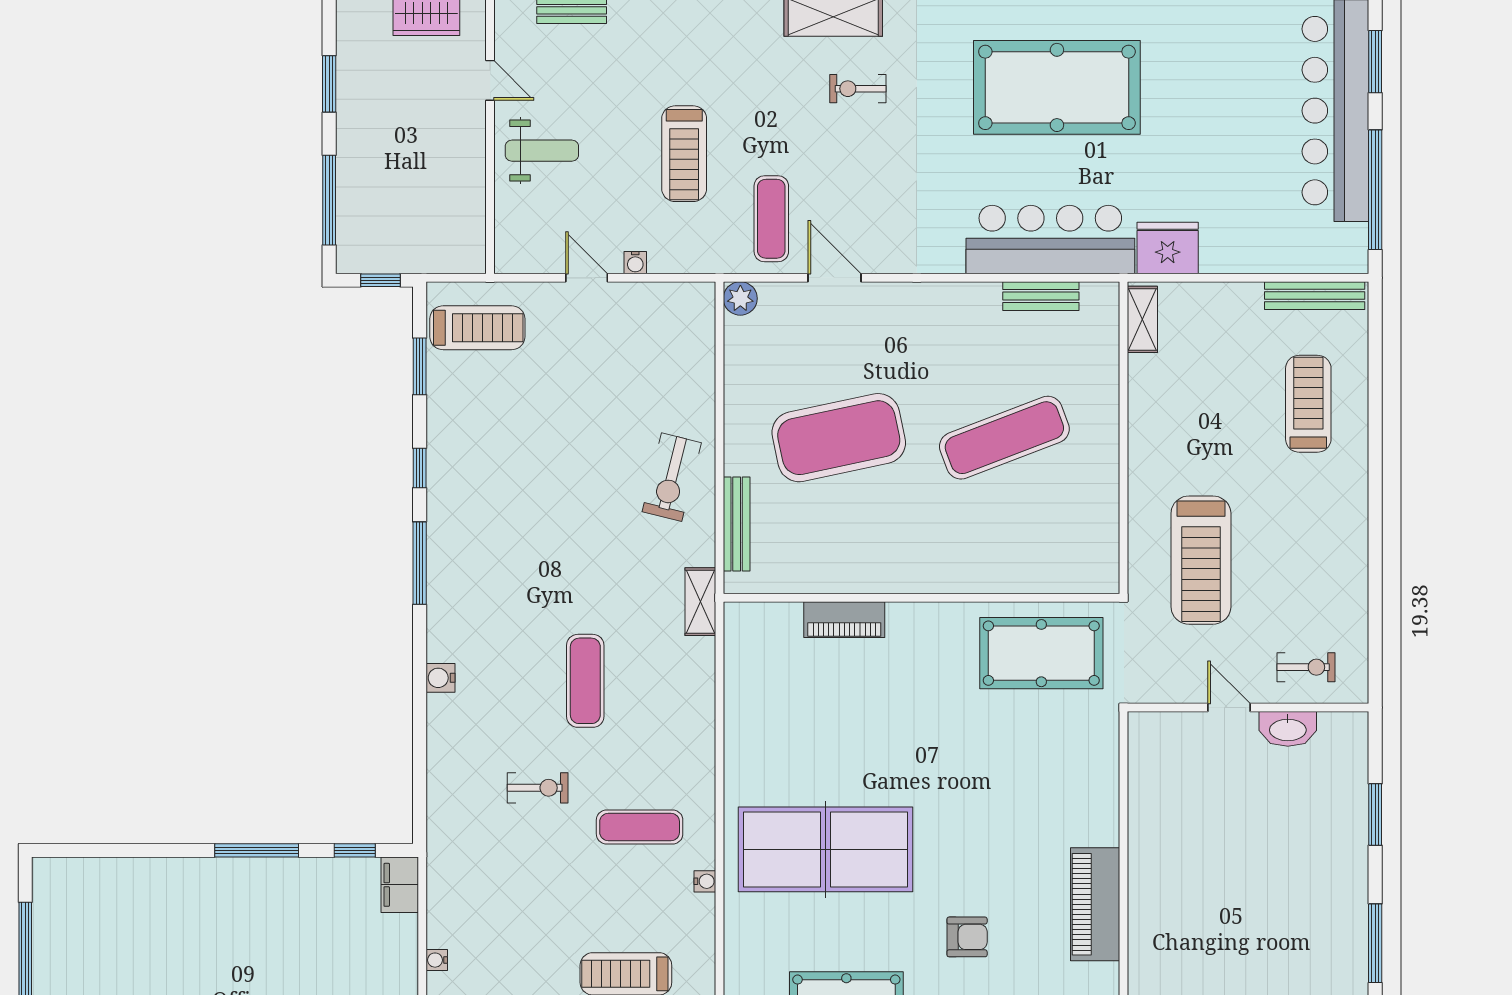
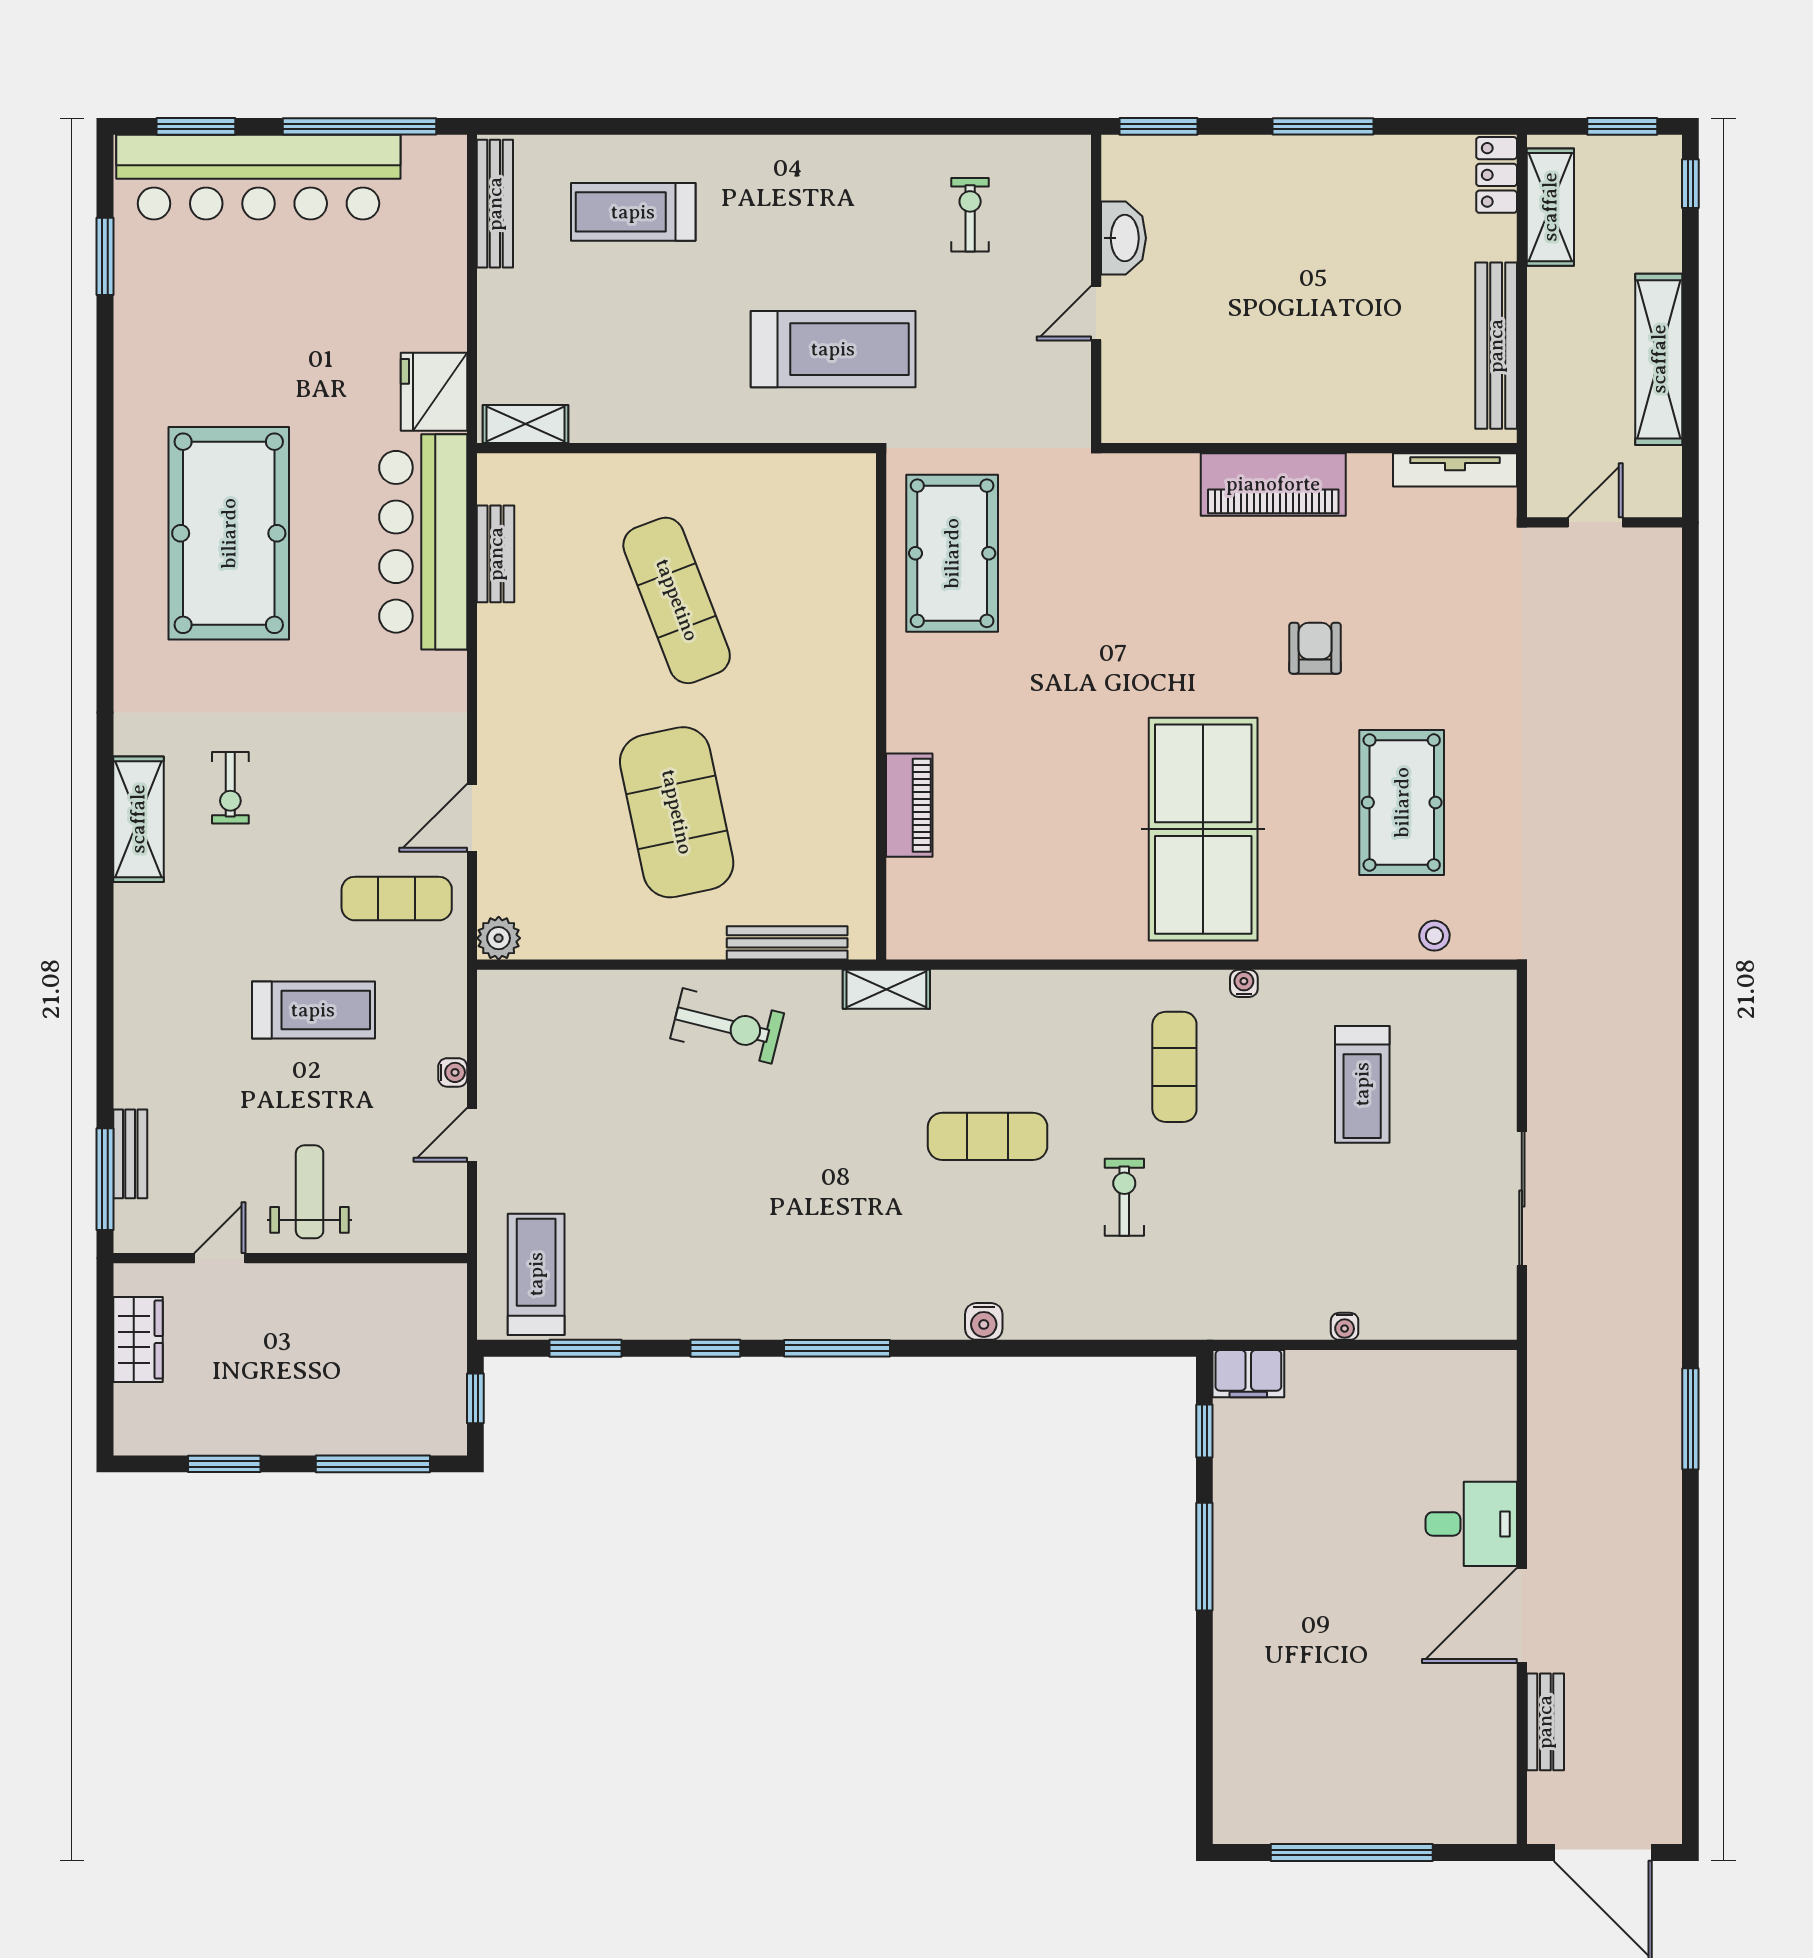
door: (1229, 708) -> (1096, 313), moved
wall: (1248, 708) -> (1096, 289), moved
washbasin: (1288, 729) -> (1123, 238), moved

